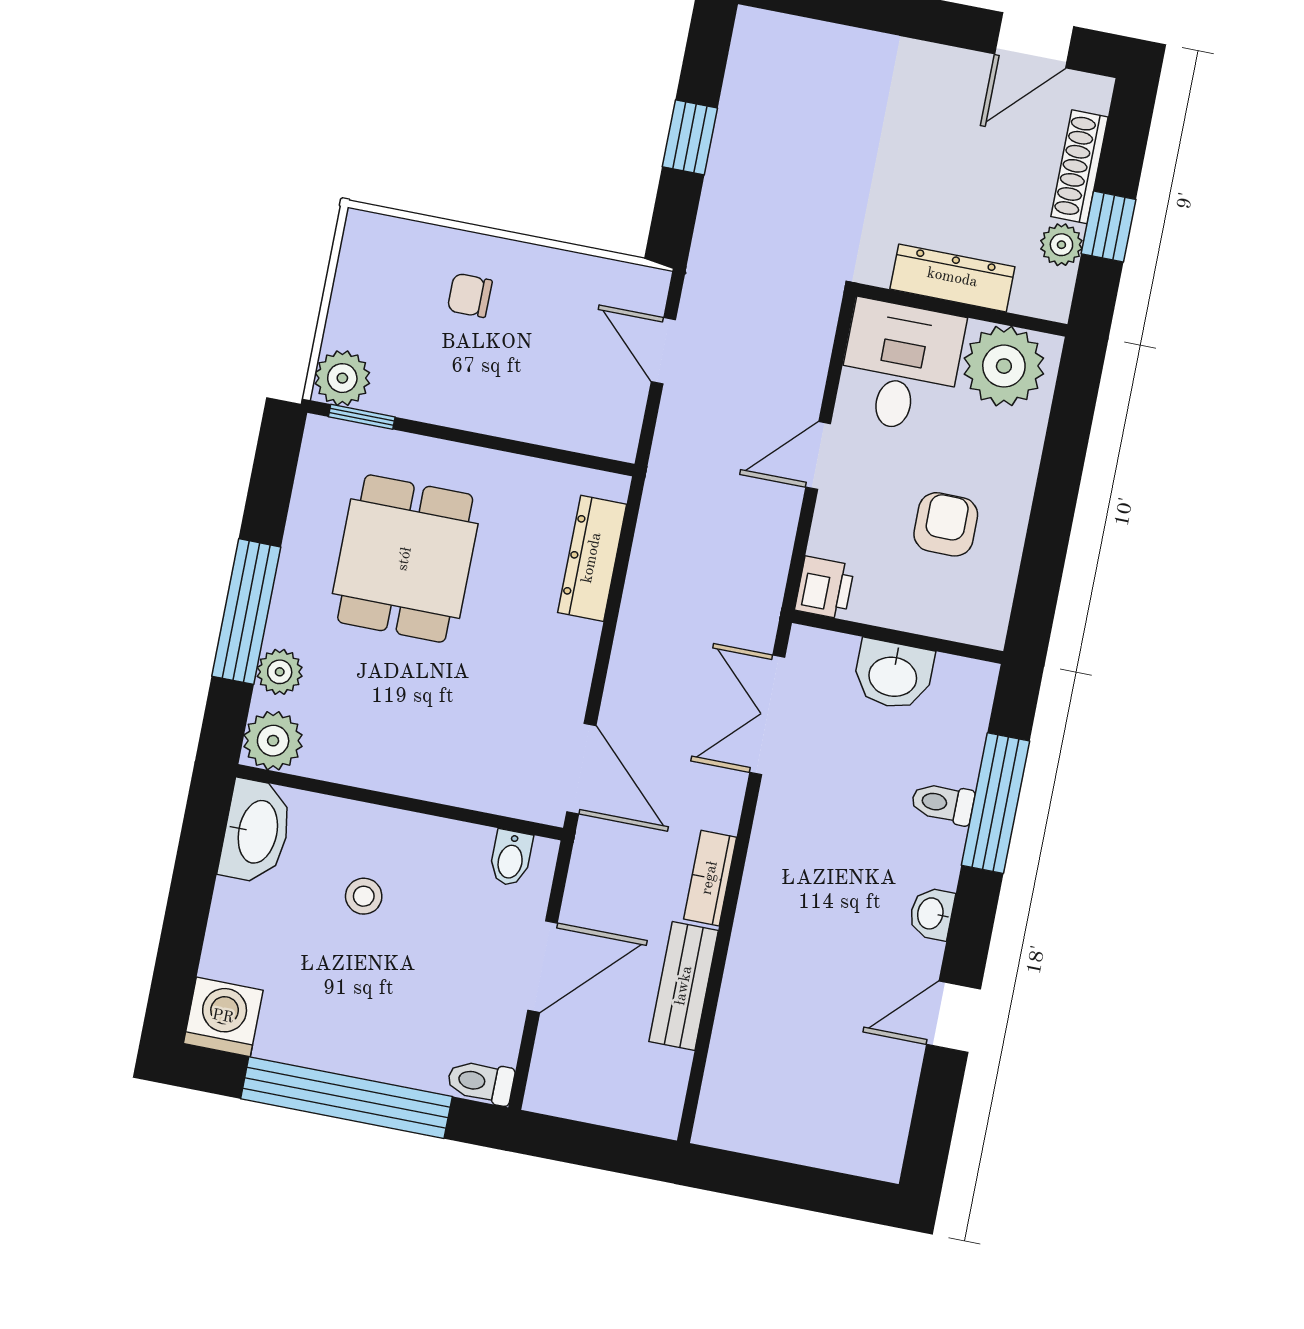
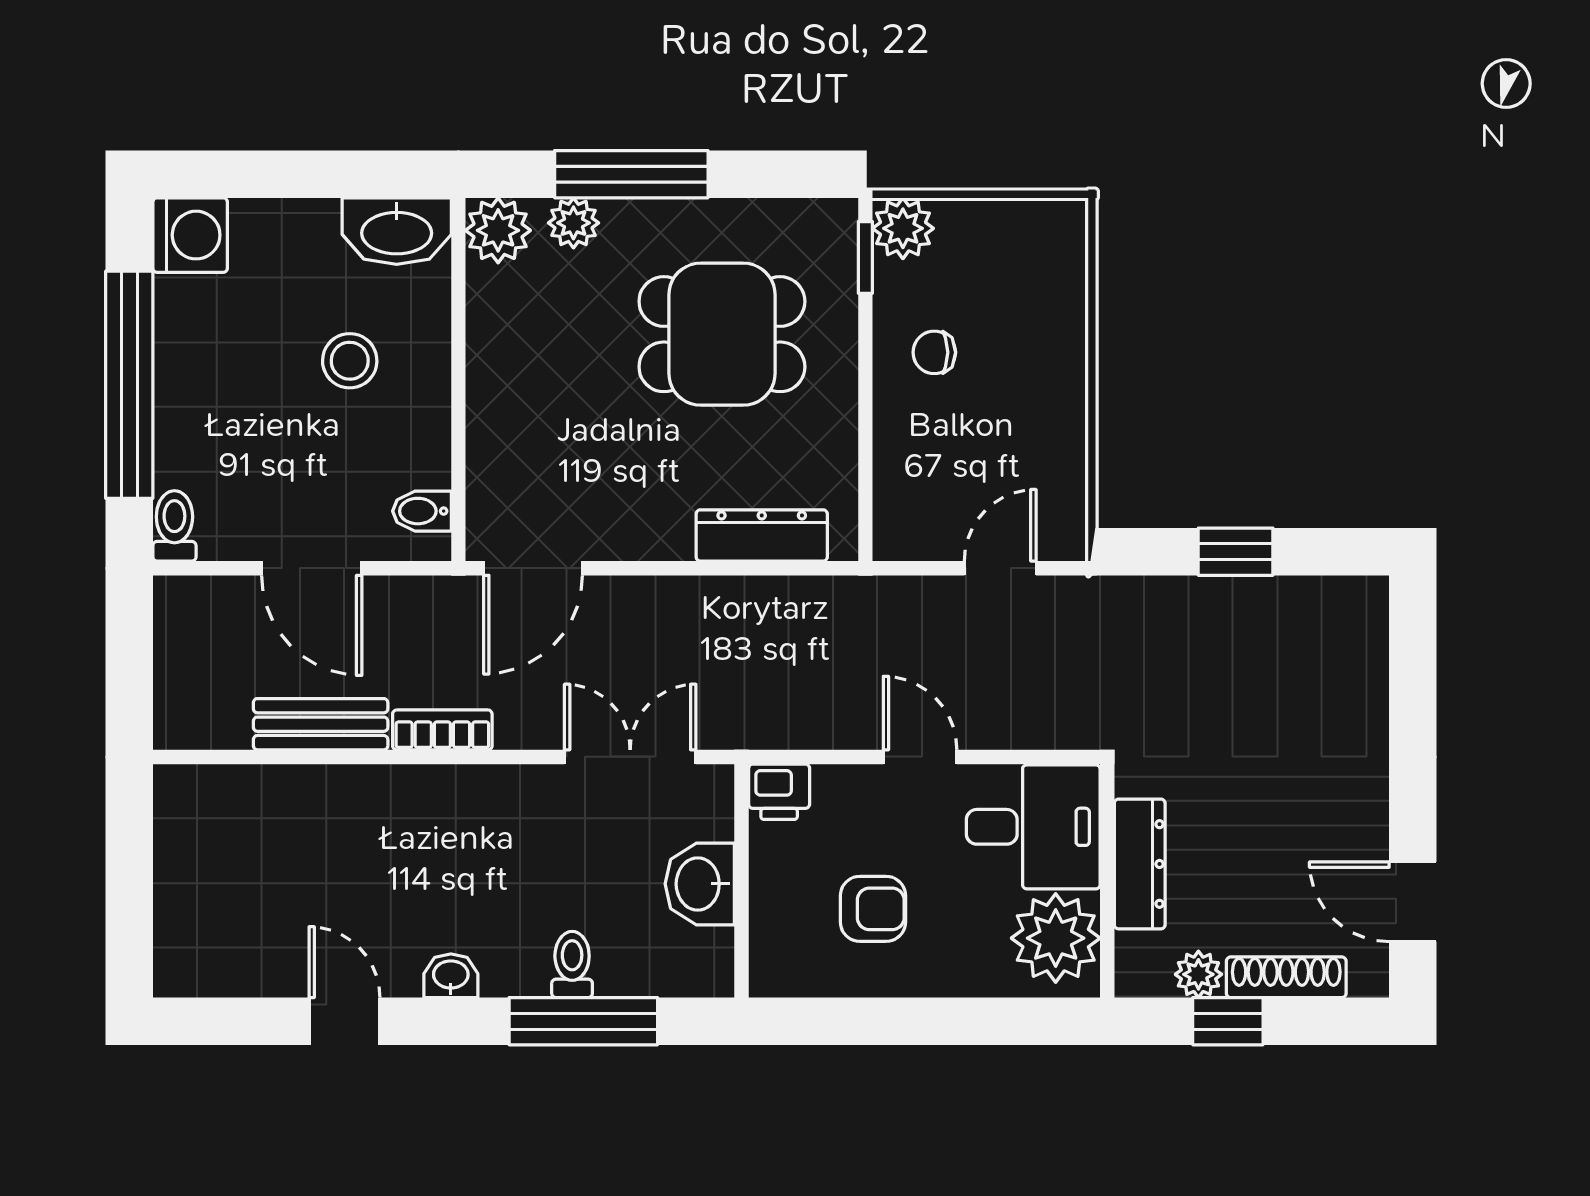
chair: (470, 295) -> (934, 352), moved, turned -90
stool: (364, 896) -> (350, 361), width x1.37, depth x1.37

